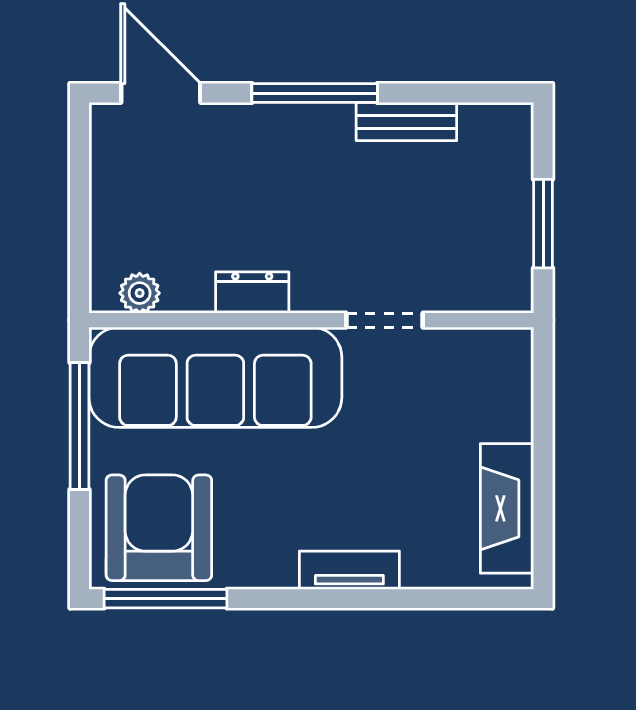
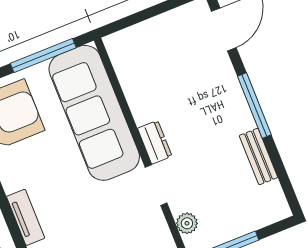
dresser: (252, 292) -> (155, 142), moved
plant: (140, 293) -> (187, 223), moved

